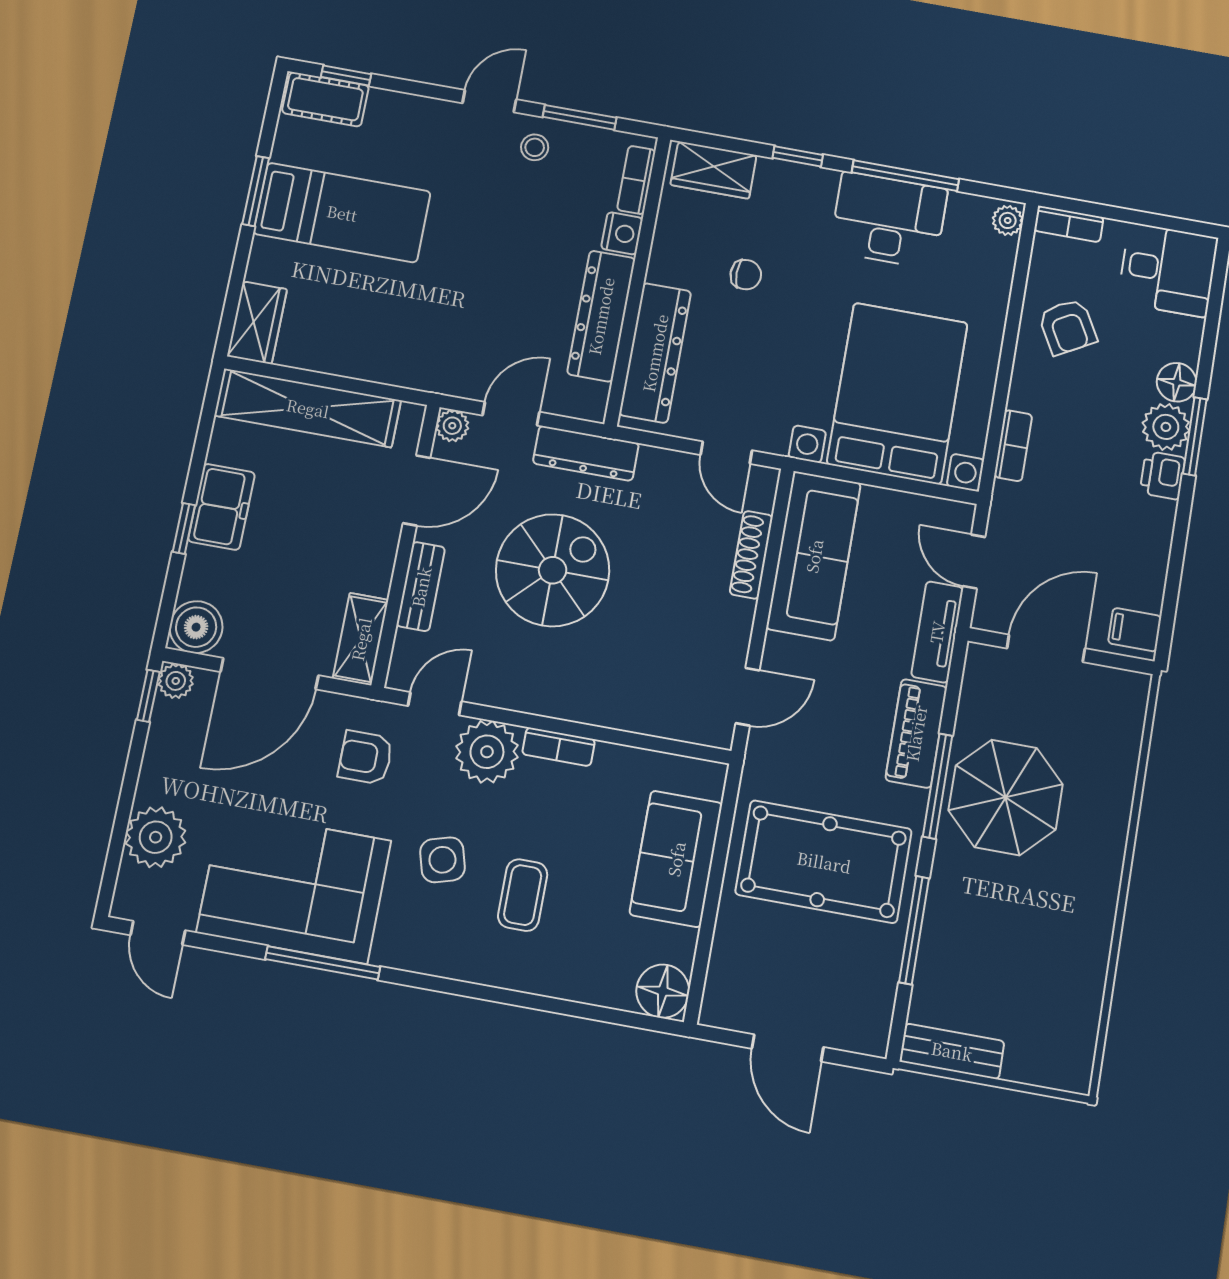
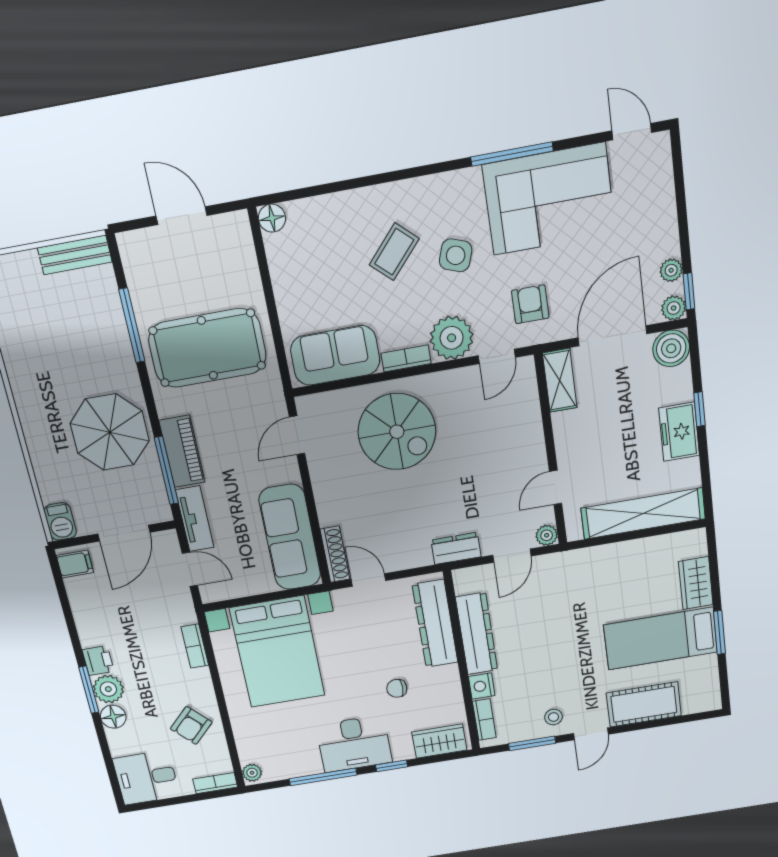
window: (346, 76) -> (685, 719), removed
cot: (325, 99) -> (644, 704), moved, width x1.37, depth x1.34
desk: (889, 220) -> (354, 744), moved
wardrobe: (257, 323) -> (696, 583), moved
armchair: (1068, 327) -> (191, 725), turned -106
dresser: (586, 453) -> (456, 548), width x0.70
door: (417, 490) -> (556, 487), width x0.73
shoe rack: (751, 555) -> (335, 554), moved
spiral stairs: (553, 570) -> (397, 432), moved, turned -90
bench: (421, 587) -> (532, 428), removed
barbecue: (1129, 698) -> (60, 521), added
armchair: (365, 758) -> (530, 304), turned -90
window: (937, 786) -> (166, 470), moved
plant: (156, 837) -> (671, 270), moved, width x0.53, depth x0.53
sofa: (676, 859) -> (335, 355), moved, turned -90
side table: (442, 860) -> (456, 255), turned 35
coffee table: (523, 895) -> (394, 252), turned 42
floor lamp: (663, 991) -> (272, 218), width x0.73, depth x0.73

